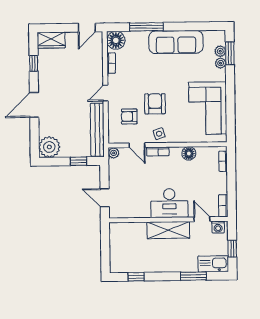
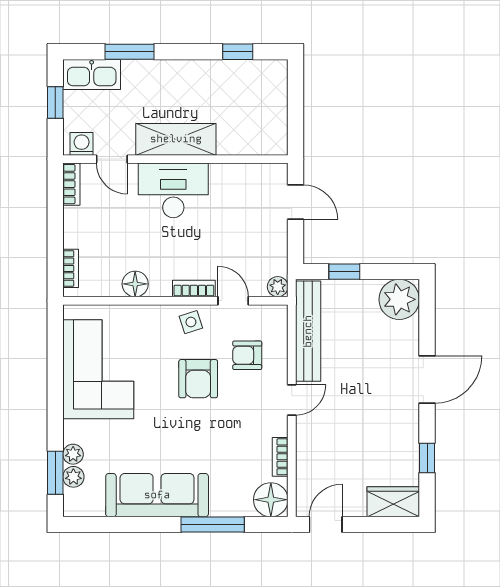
armchair: (129, 116) -> (247, 355), turned 180

